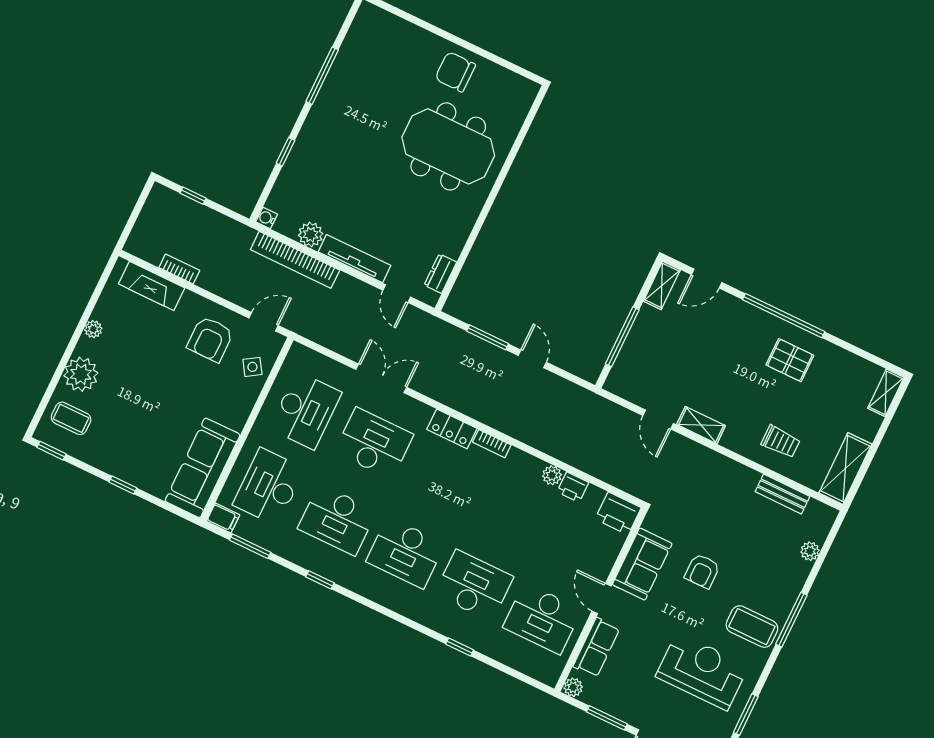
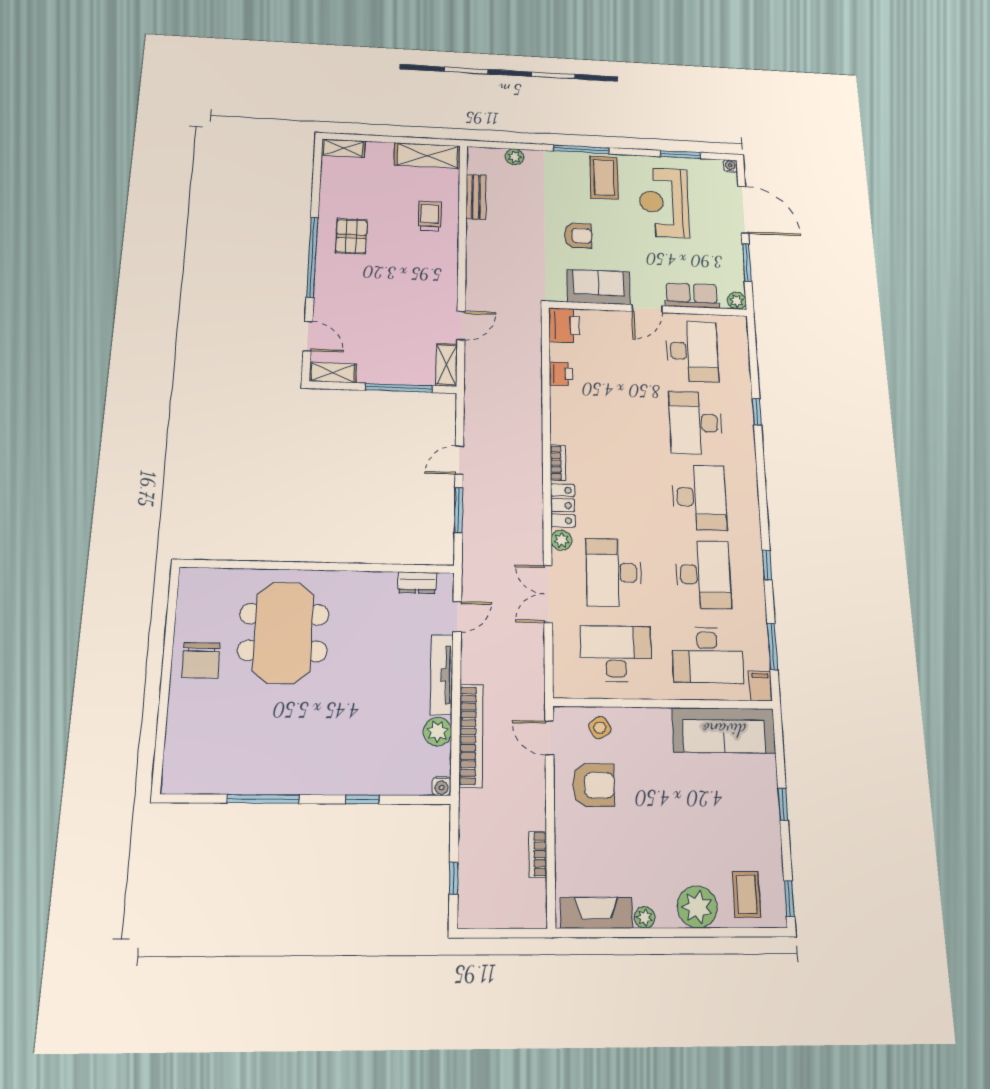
fireplace: (152, 286) -> (596, 913), moved, turned -90
shelving: (701, 425) -> (447, 365), moved
plant: (552, 475) -> (561, 540), moved

